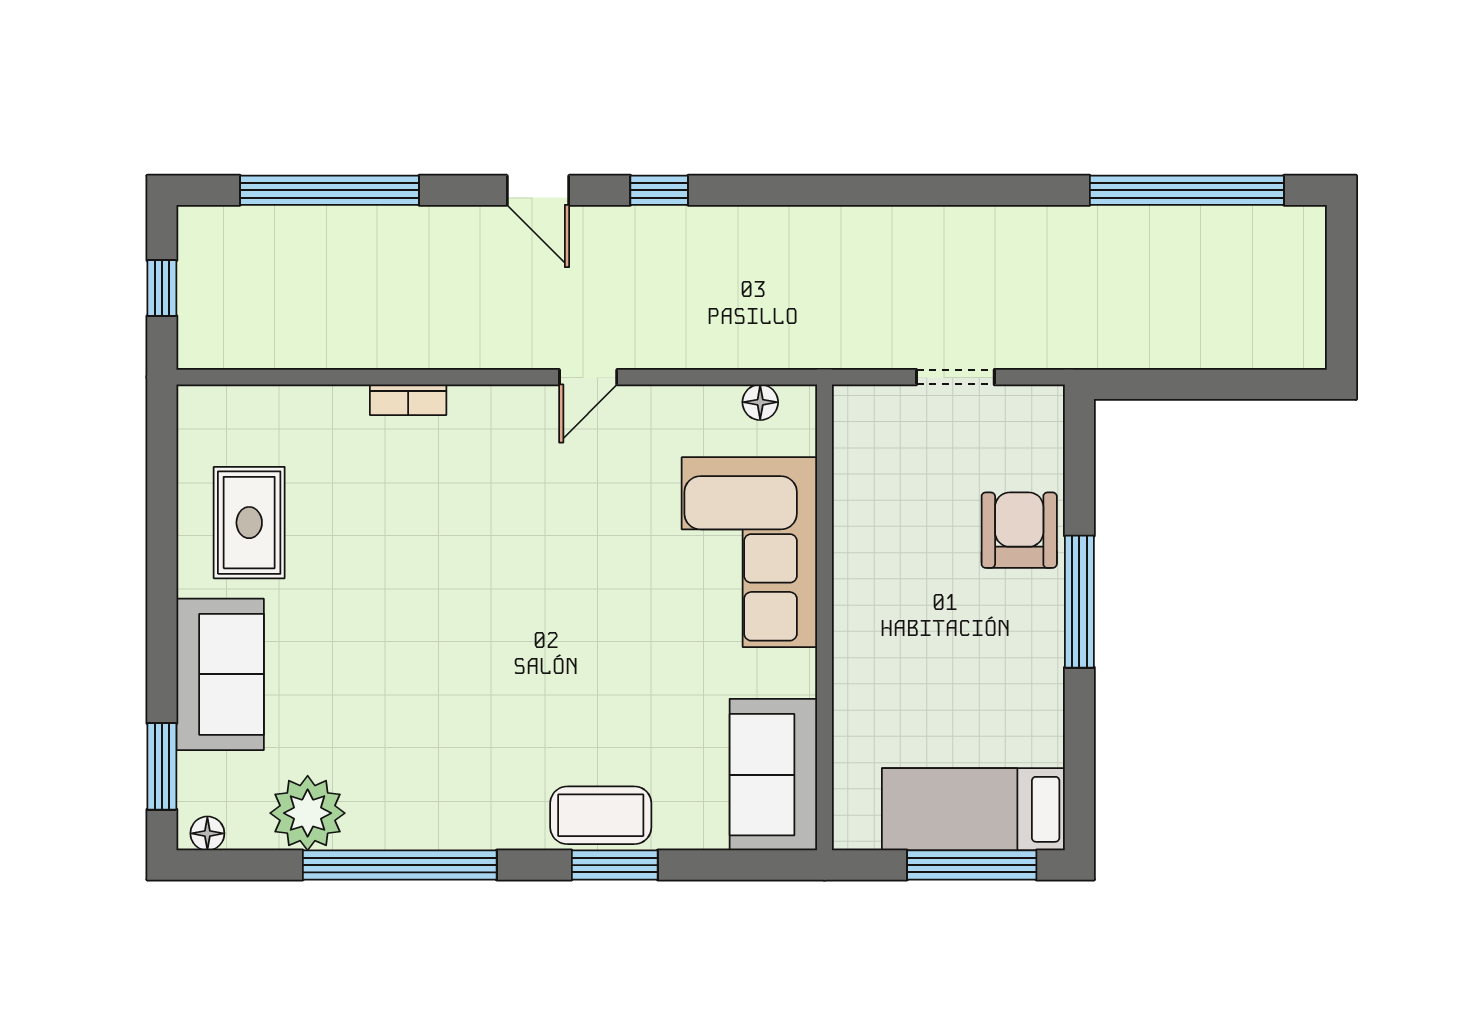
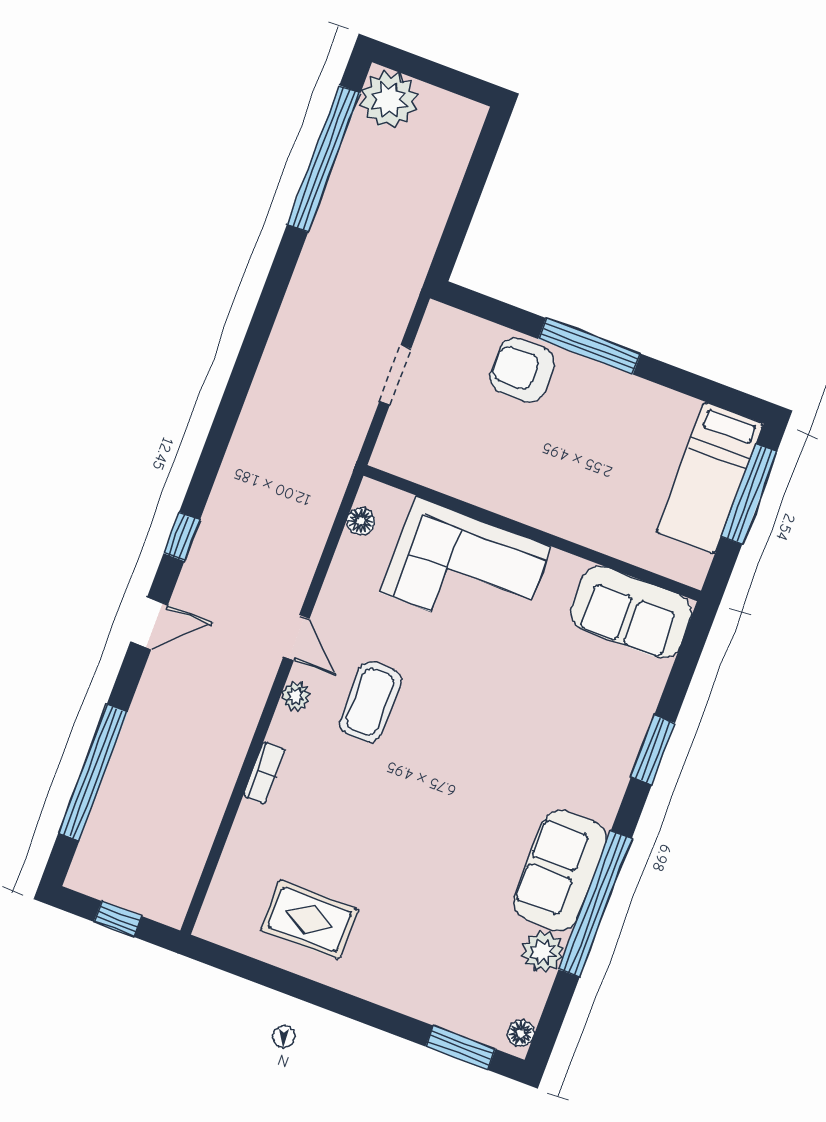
plant: (1289, 243) -> (389, 100), added
plant: (516, 403) -> (296, 696), added
sofa: (220, 674) -> (560, 871), moved, turned -90
plant: (308, 813) -> (543, 952), width x0.73, depth x0.73
coffee table: (601, 815) -> (370, 702), moved

